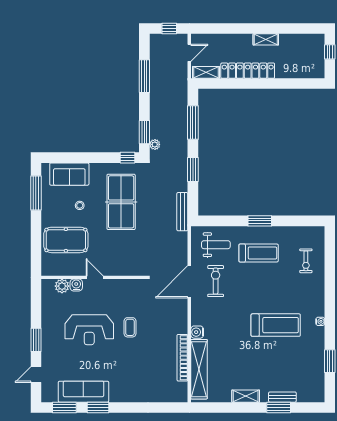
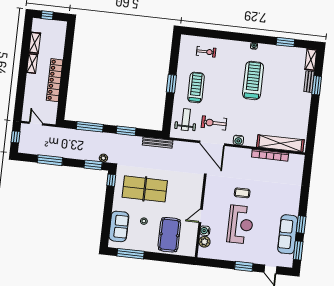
shelving: (206, 72) -> (35, 43), moved
water cooler: (197, 332) -> (238, 140), moved
shelving: (246, 396) -> (311, 60), moved

